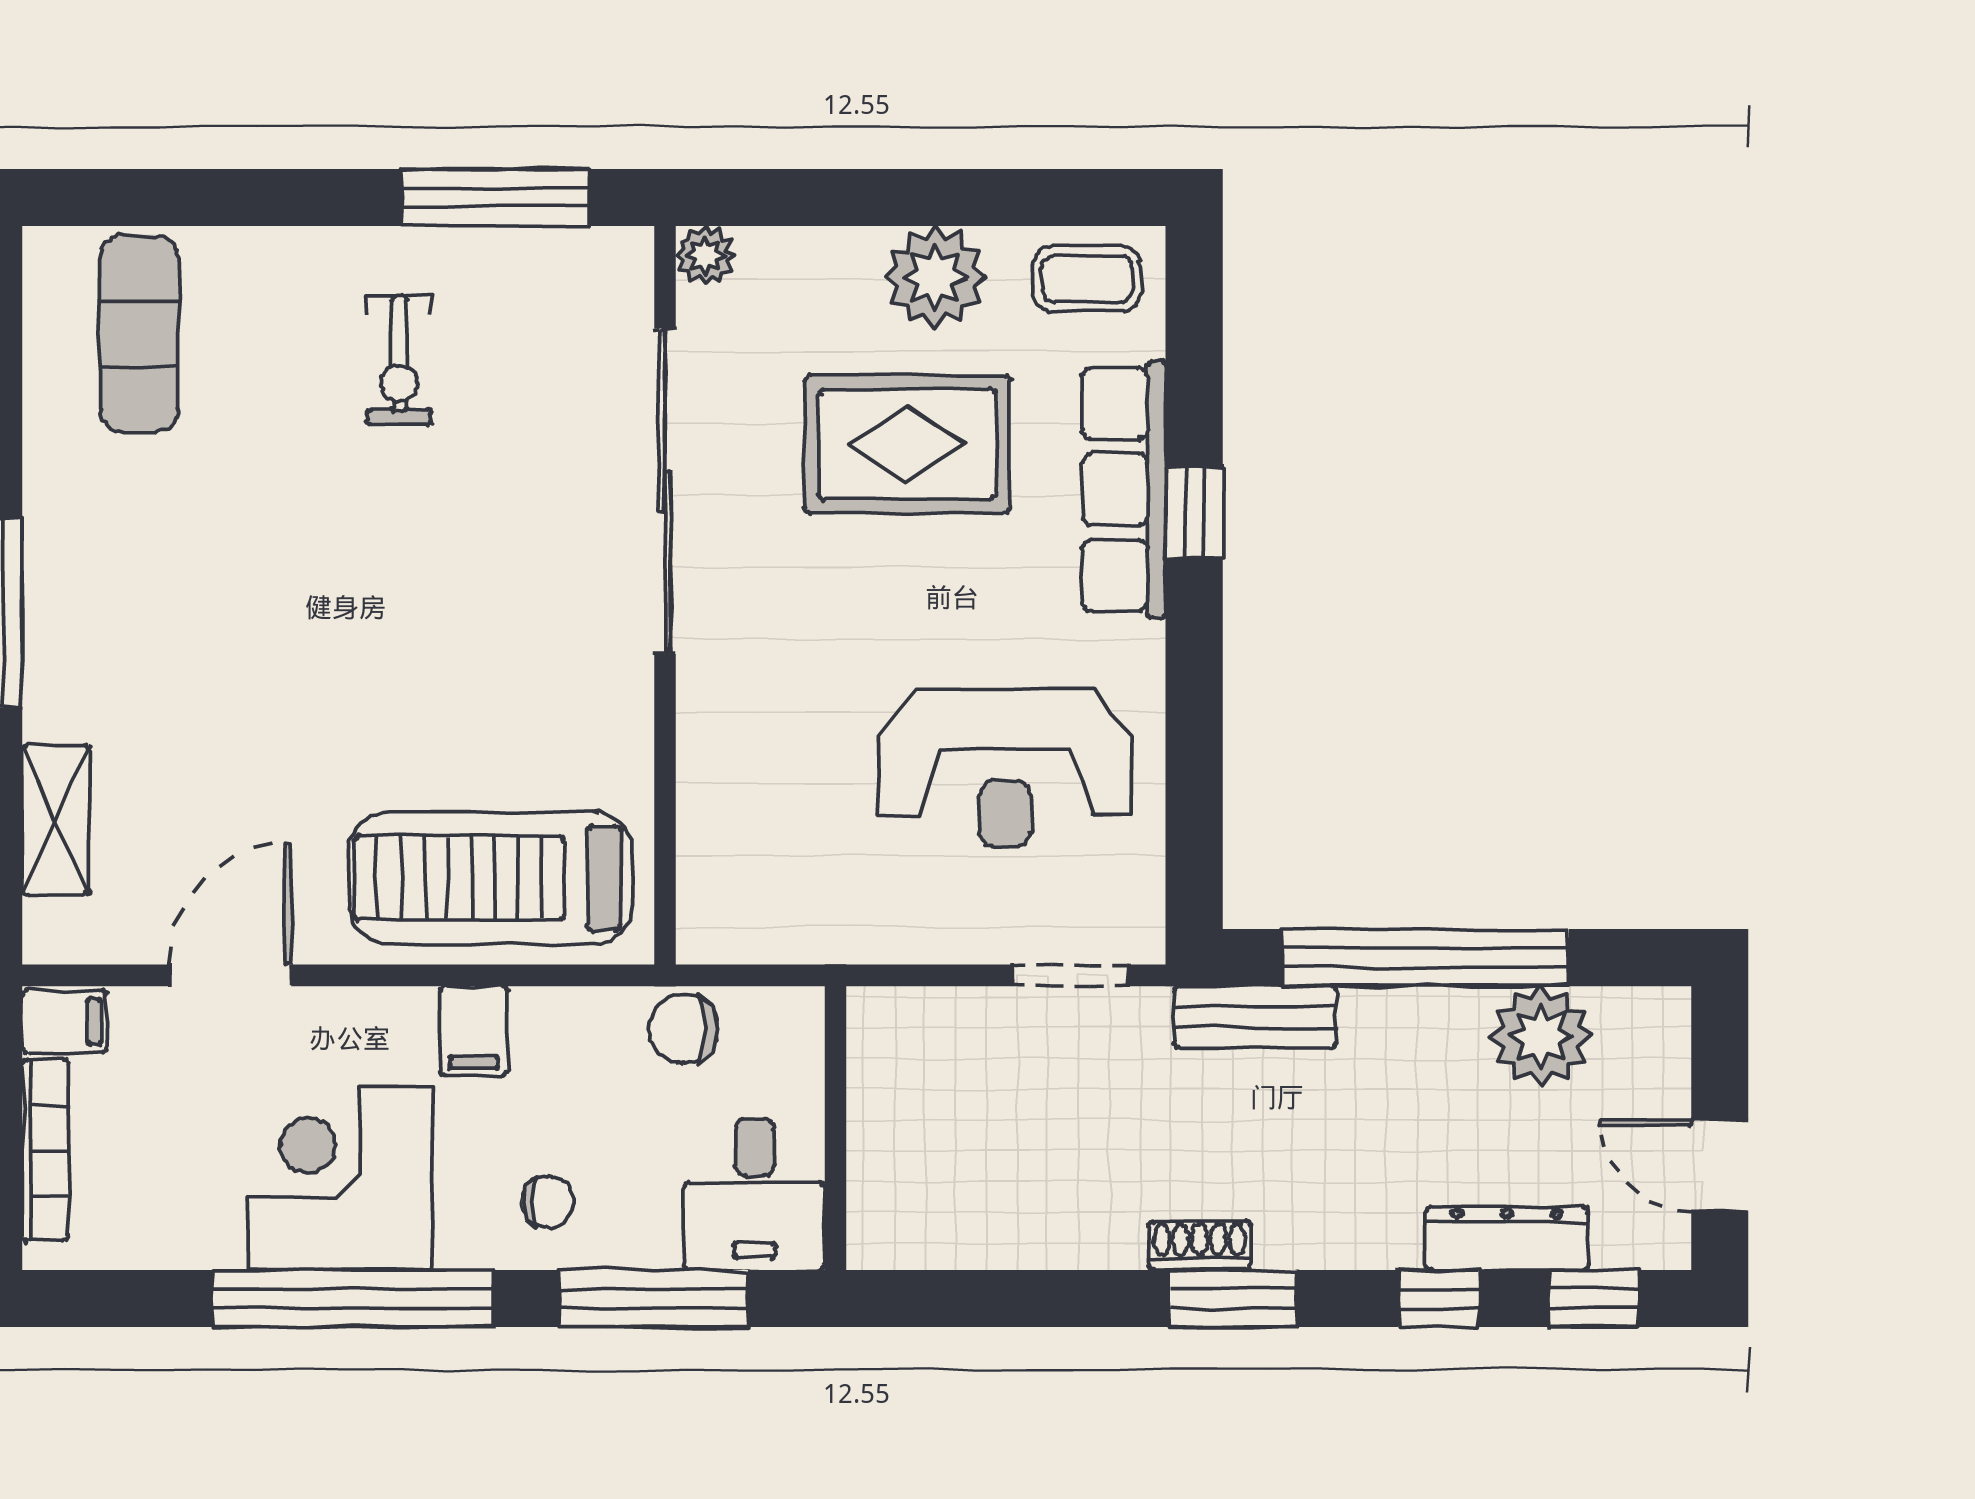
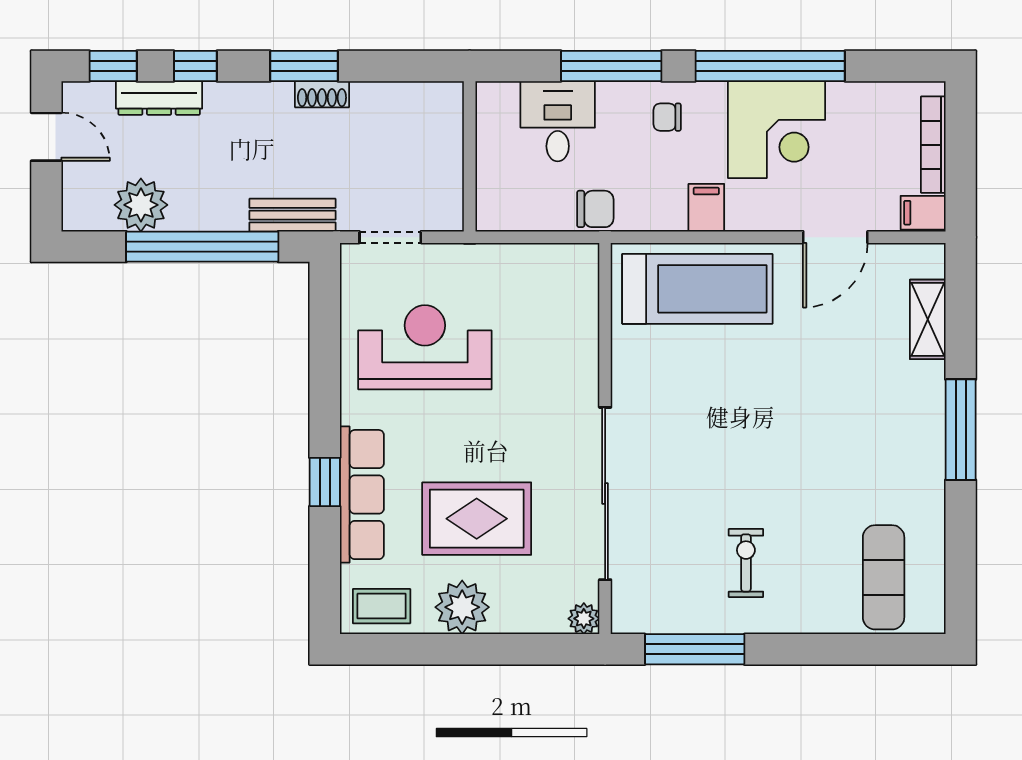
wall: (835, 1128) -> (470, 156), moved

